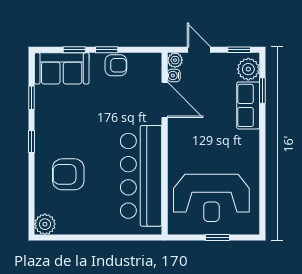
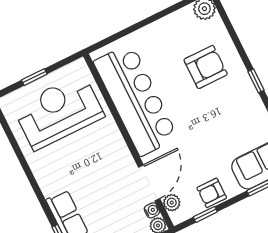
window: (107, 50) -> (205, 214), moved
plant: (154, 74) -> (172, 203), added
door: (165, 100) -> (149, 183), swing flipped

